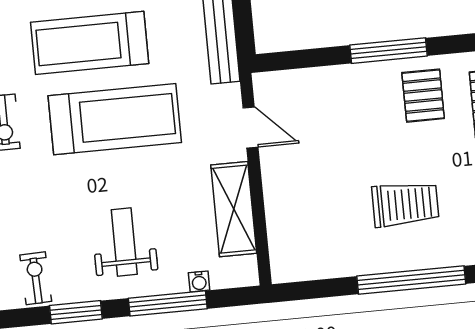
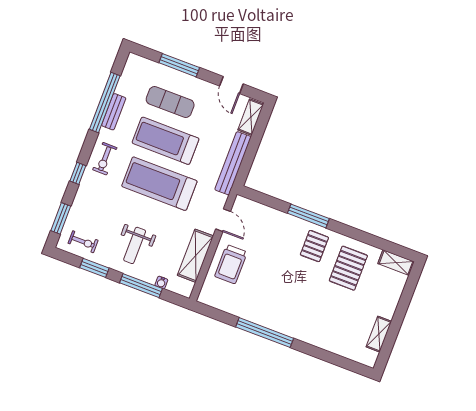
treadmill: (115, 119) -> (159, 184), turned 180
trolley: (405, 204) -> (231, 264), moved, turned 90
weight bench: (124, 242) -> (135, 245), turned 180
exercise bike: (36, 278) -> (83, 242), turned 92

